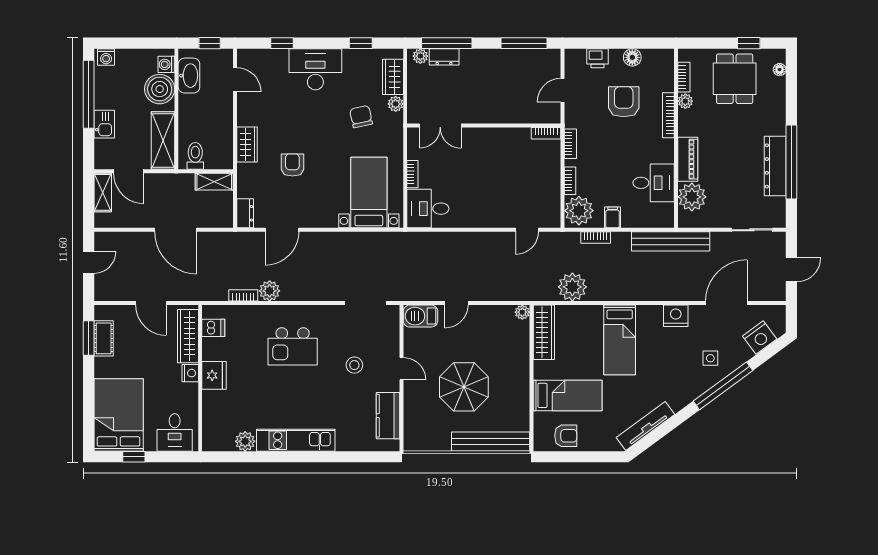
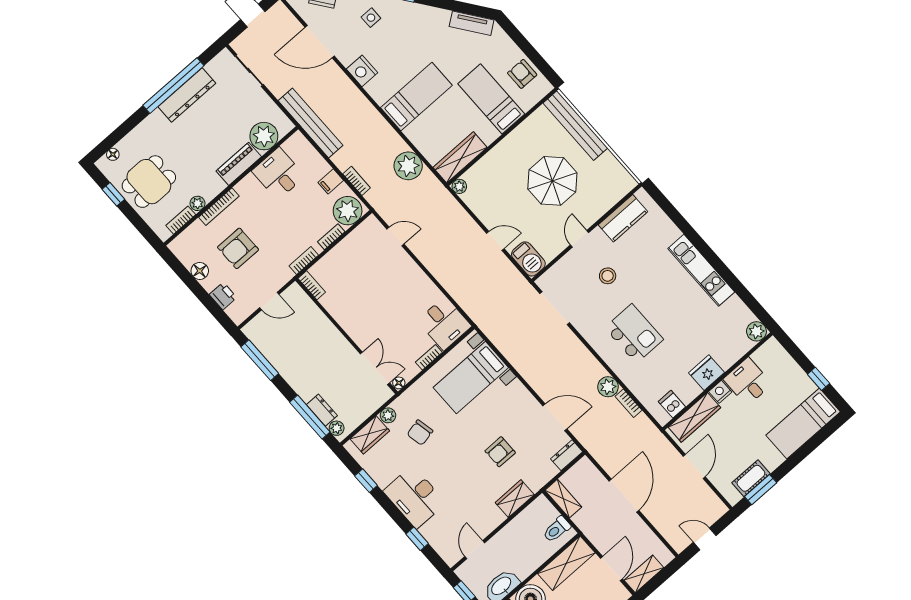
floor lamp: (413, 134) -> (399, 383), added
bed: (119, 415) -> (803, 423), width x0.67
tv unit: (645, 426) -> (472, 23), width x0.71
desk: (175, 432) -> (748, 382), moved, turned -90
plant: (245, 441) -> (756, 331), moved

